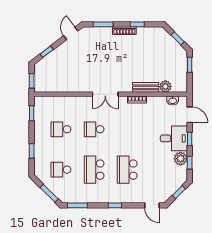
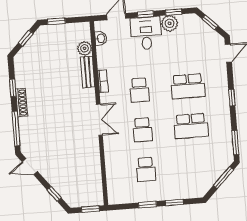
window: (103, 24) -> (16, 129), width x1.44
window: (32, 113) -> (147, 205), moved
school desk: (61, 170) -> (139, 90), moved

